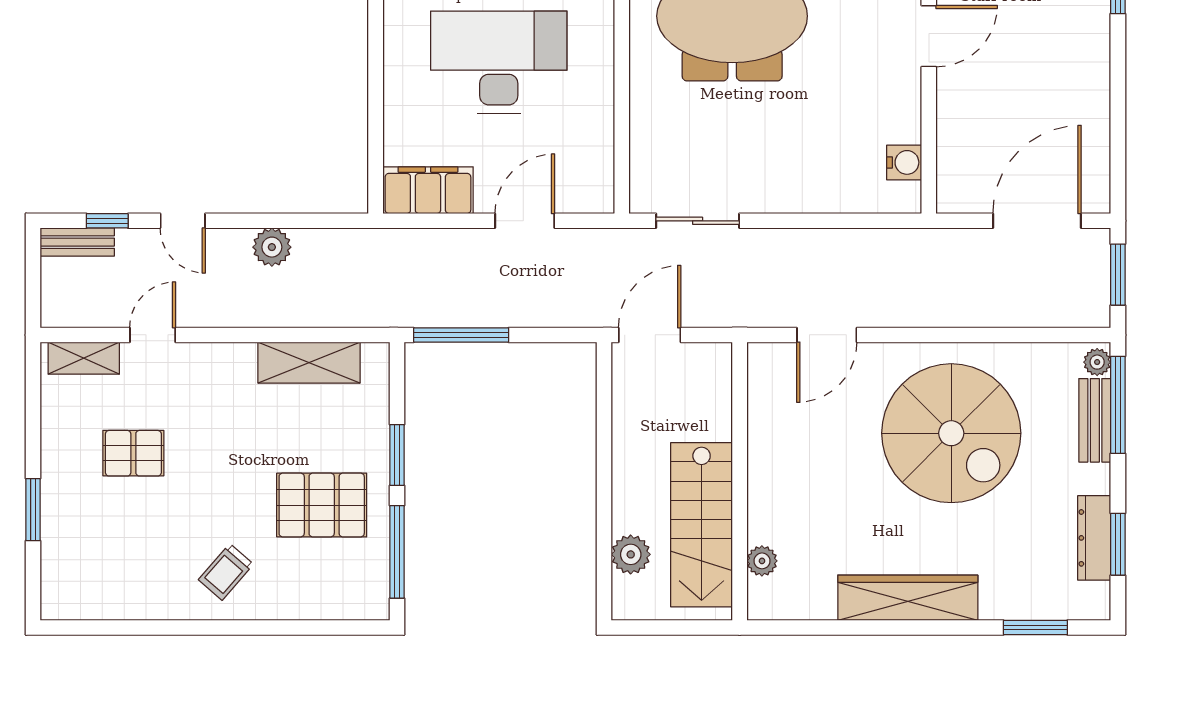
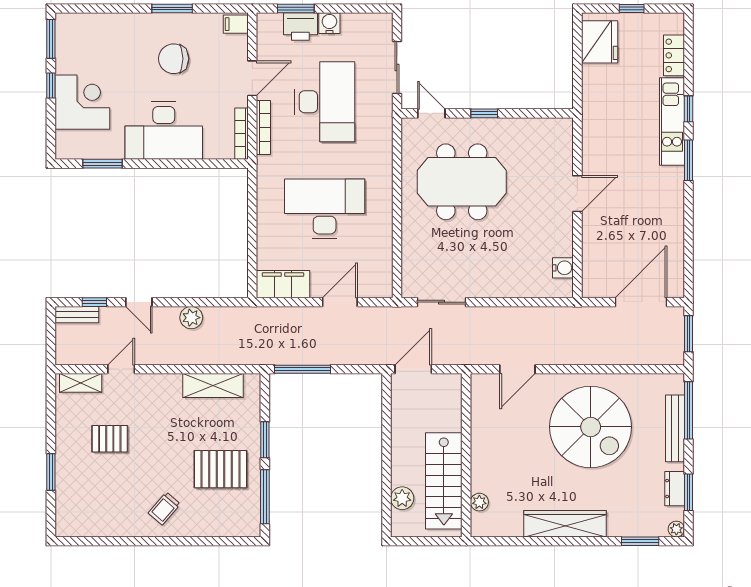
plant: (1097, 362) -> (676, 529), moved
bench: (1095, 420) -> (675, 428), width x1.36
dresser: (1094, 538) -> (675, 489), width x0.70

